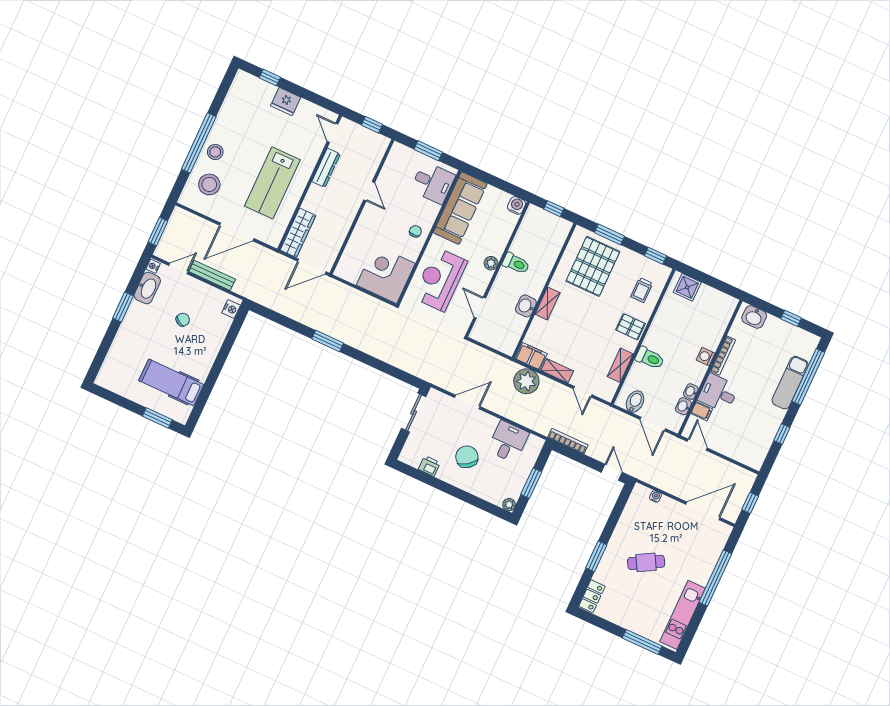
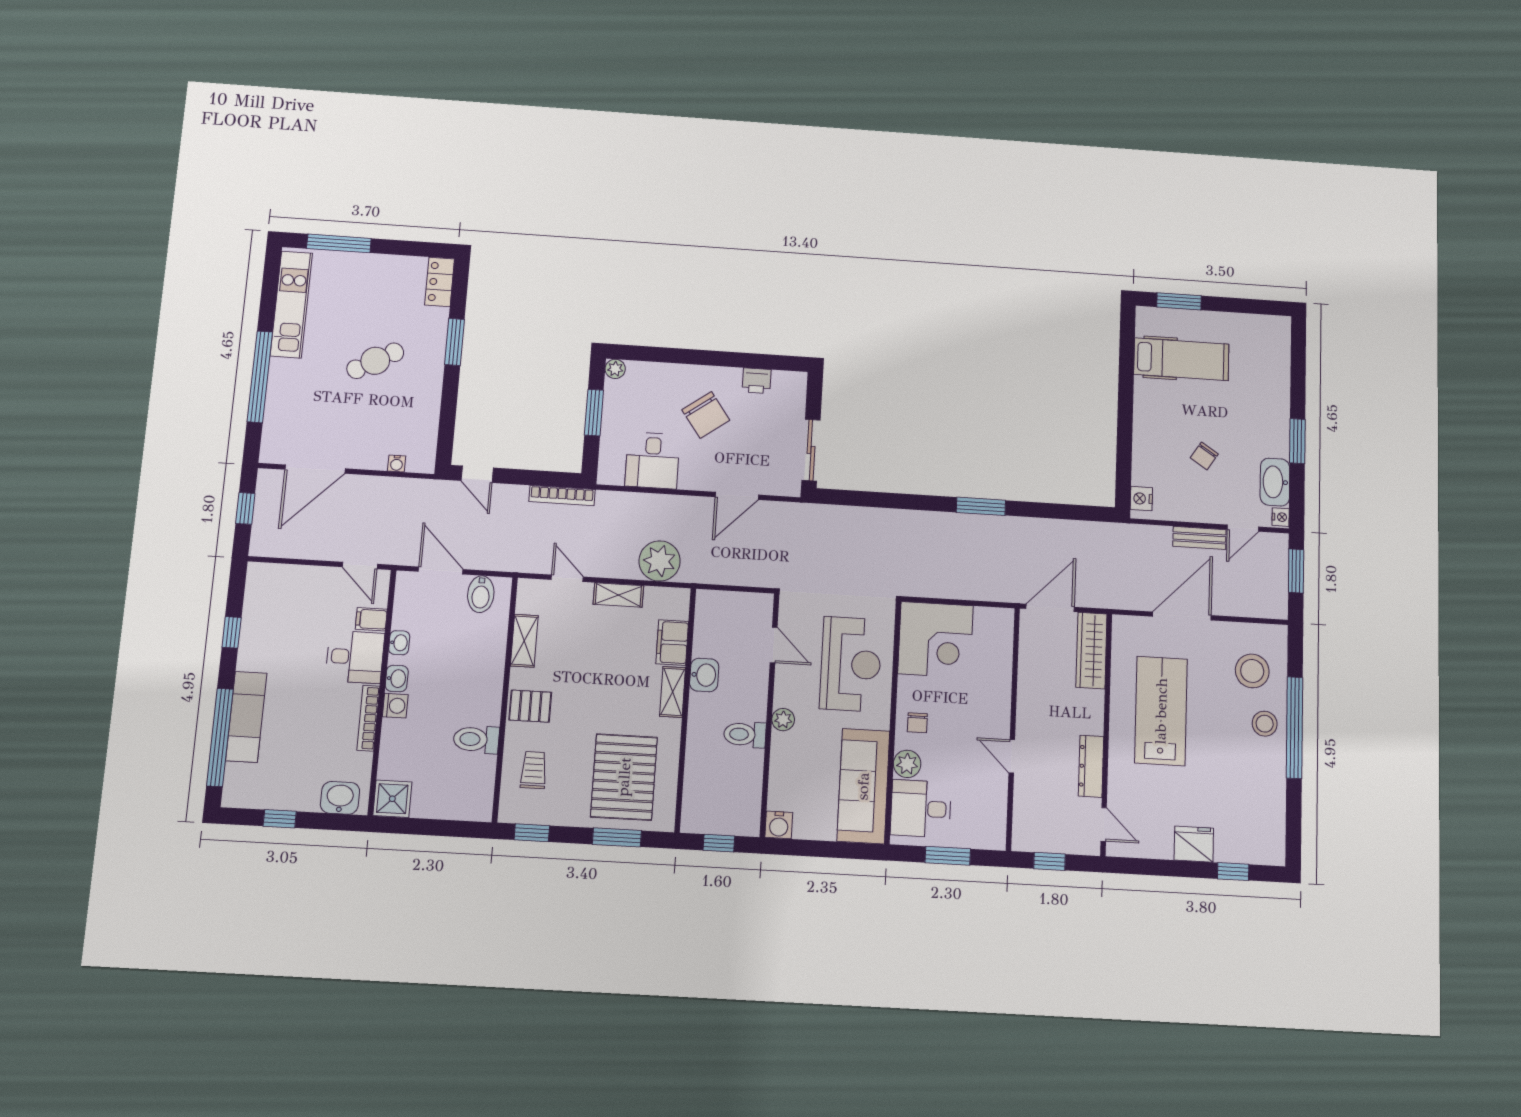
plant: (431, 211) -> (907, 764), added
bench: (212, 275) -> (1199, 538), width x0.73
shower: (687, 287) -> (392, 799), moved
filing cabinet: (531, 356) -> (672, 643), moved, turned 90
toilet: (650, 358) -> (476, 739), moved
washbasin: (683, 406) -> (397, 679), moved

